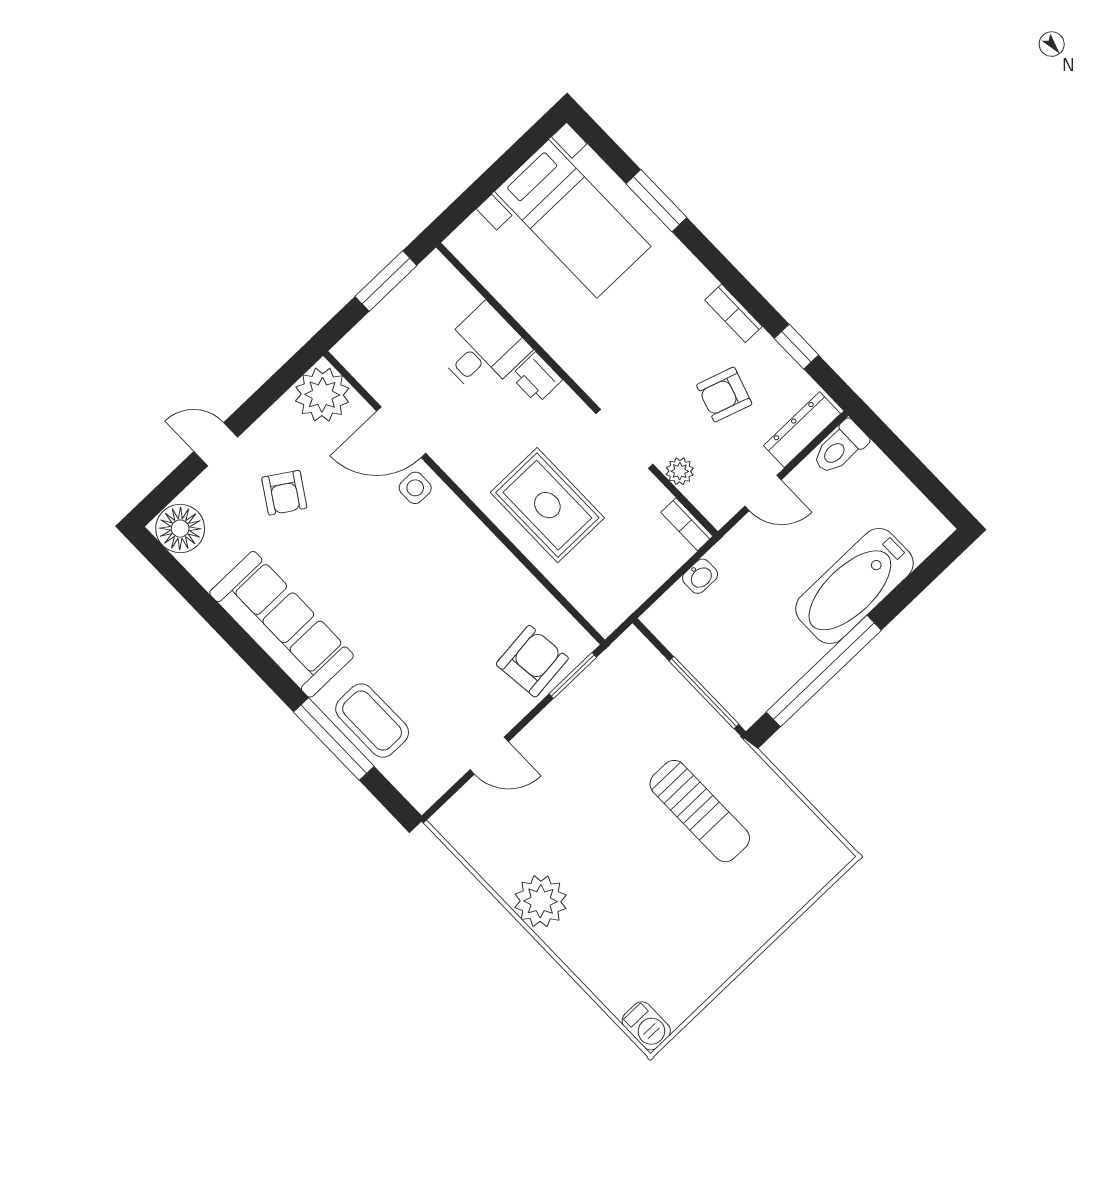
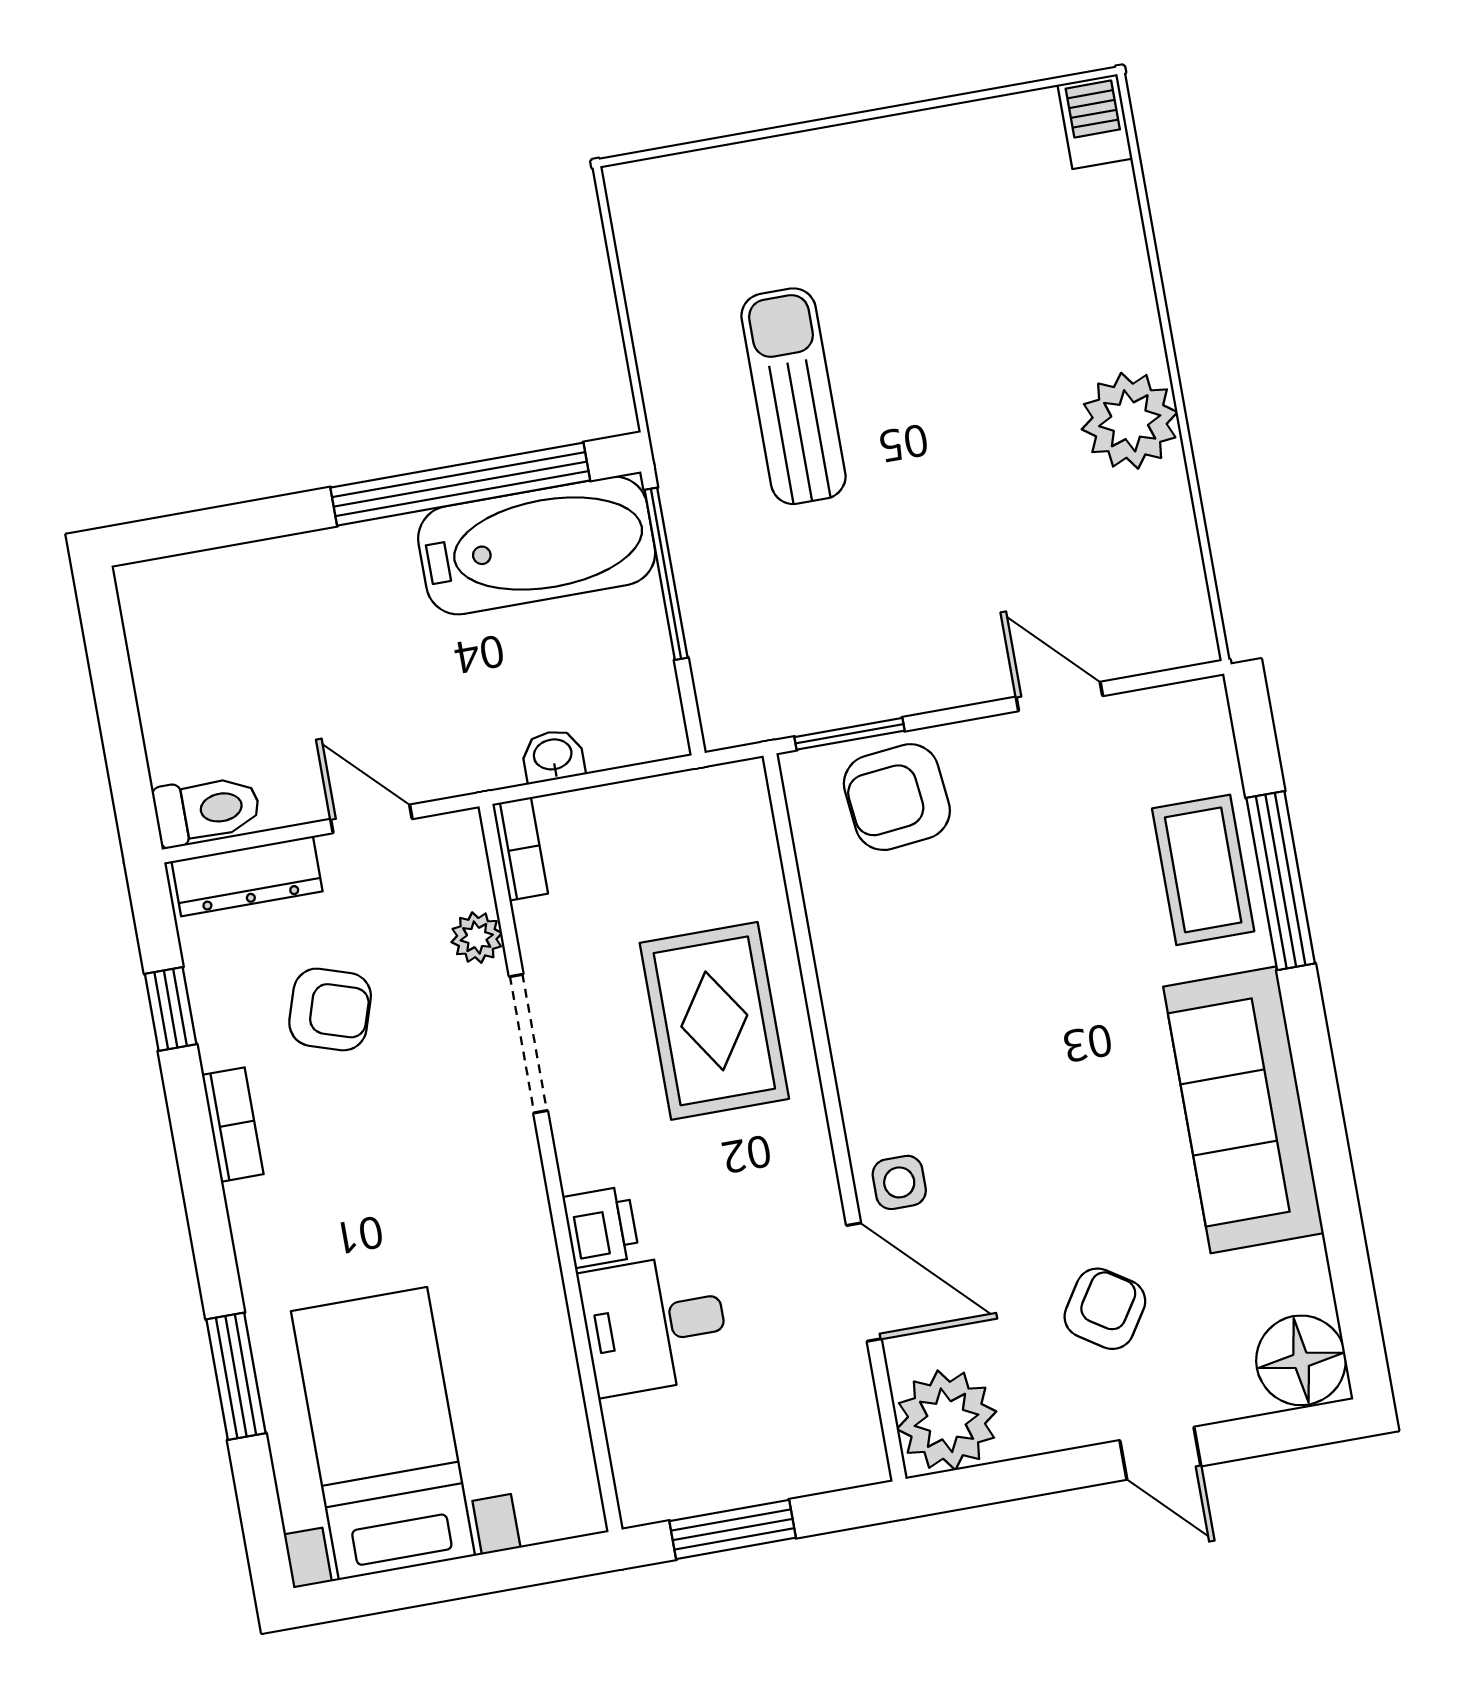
bathtub: (854, 586) -> (537, 546), moved

